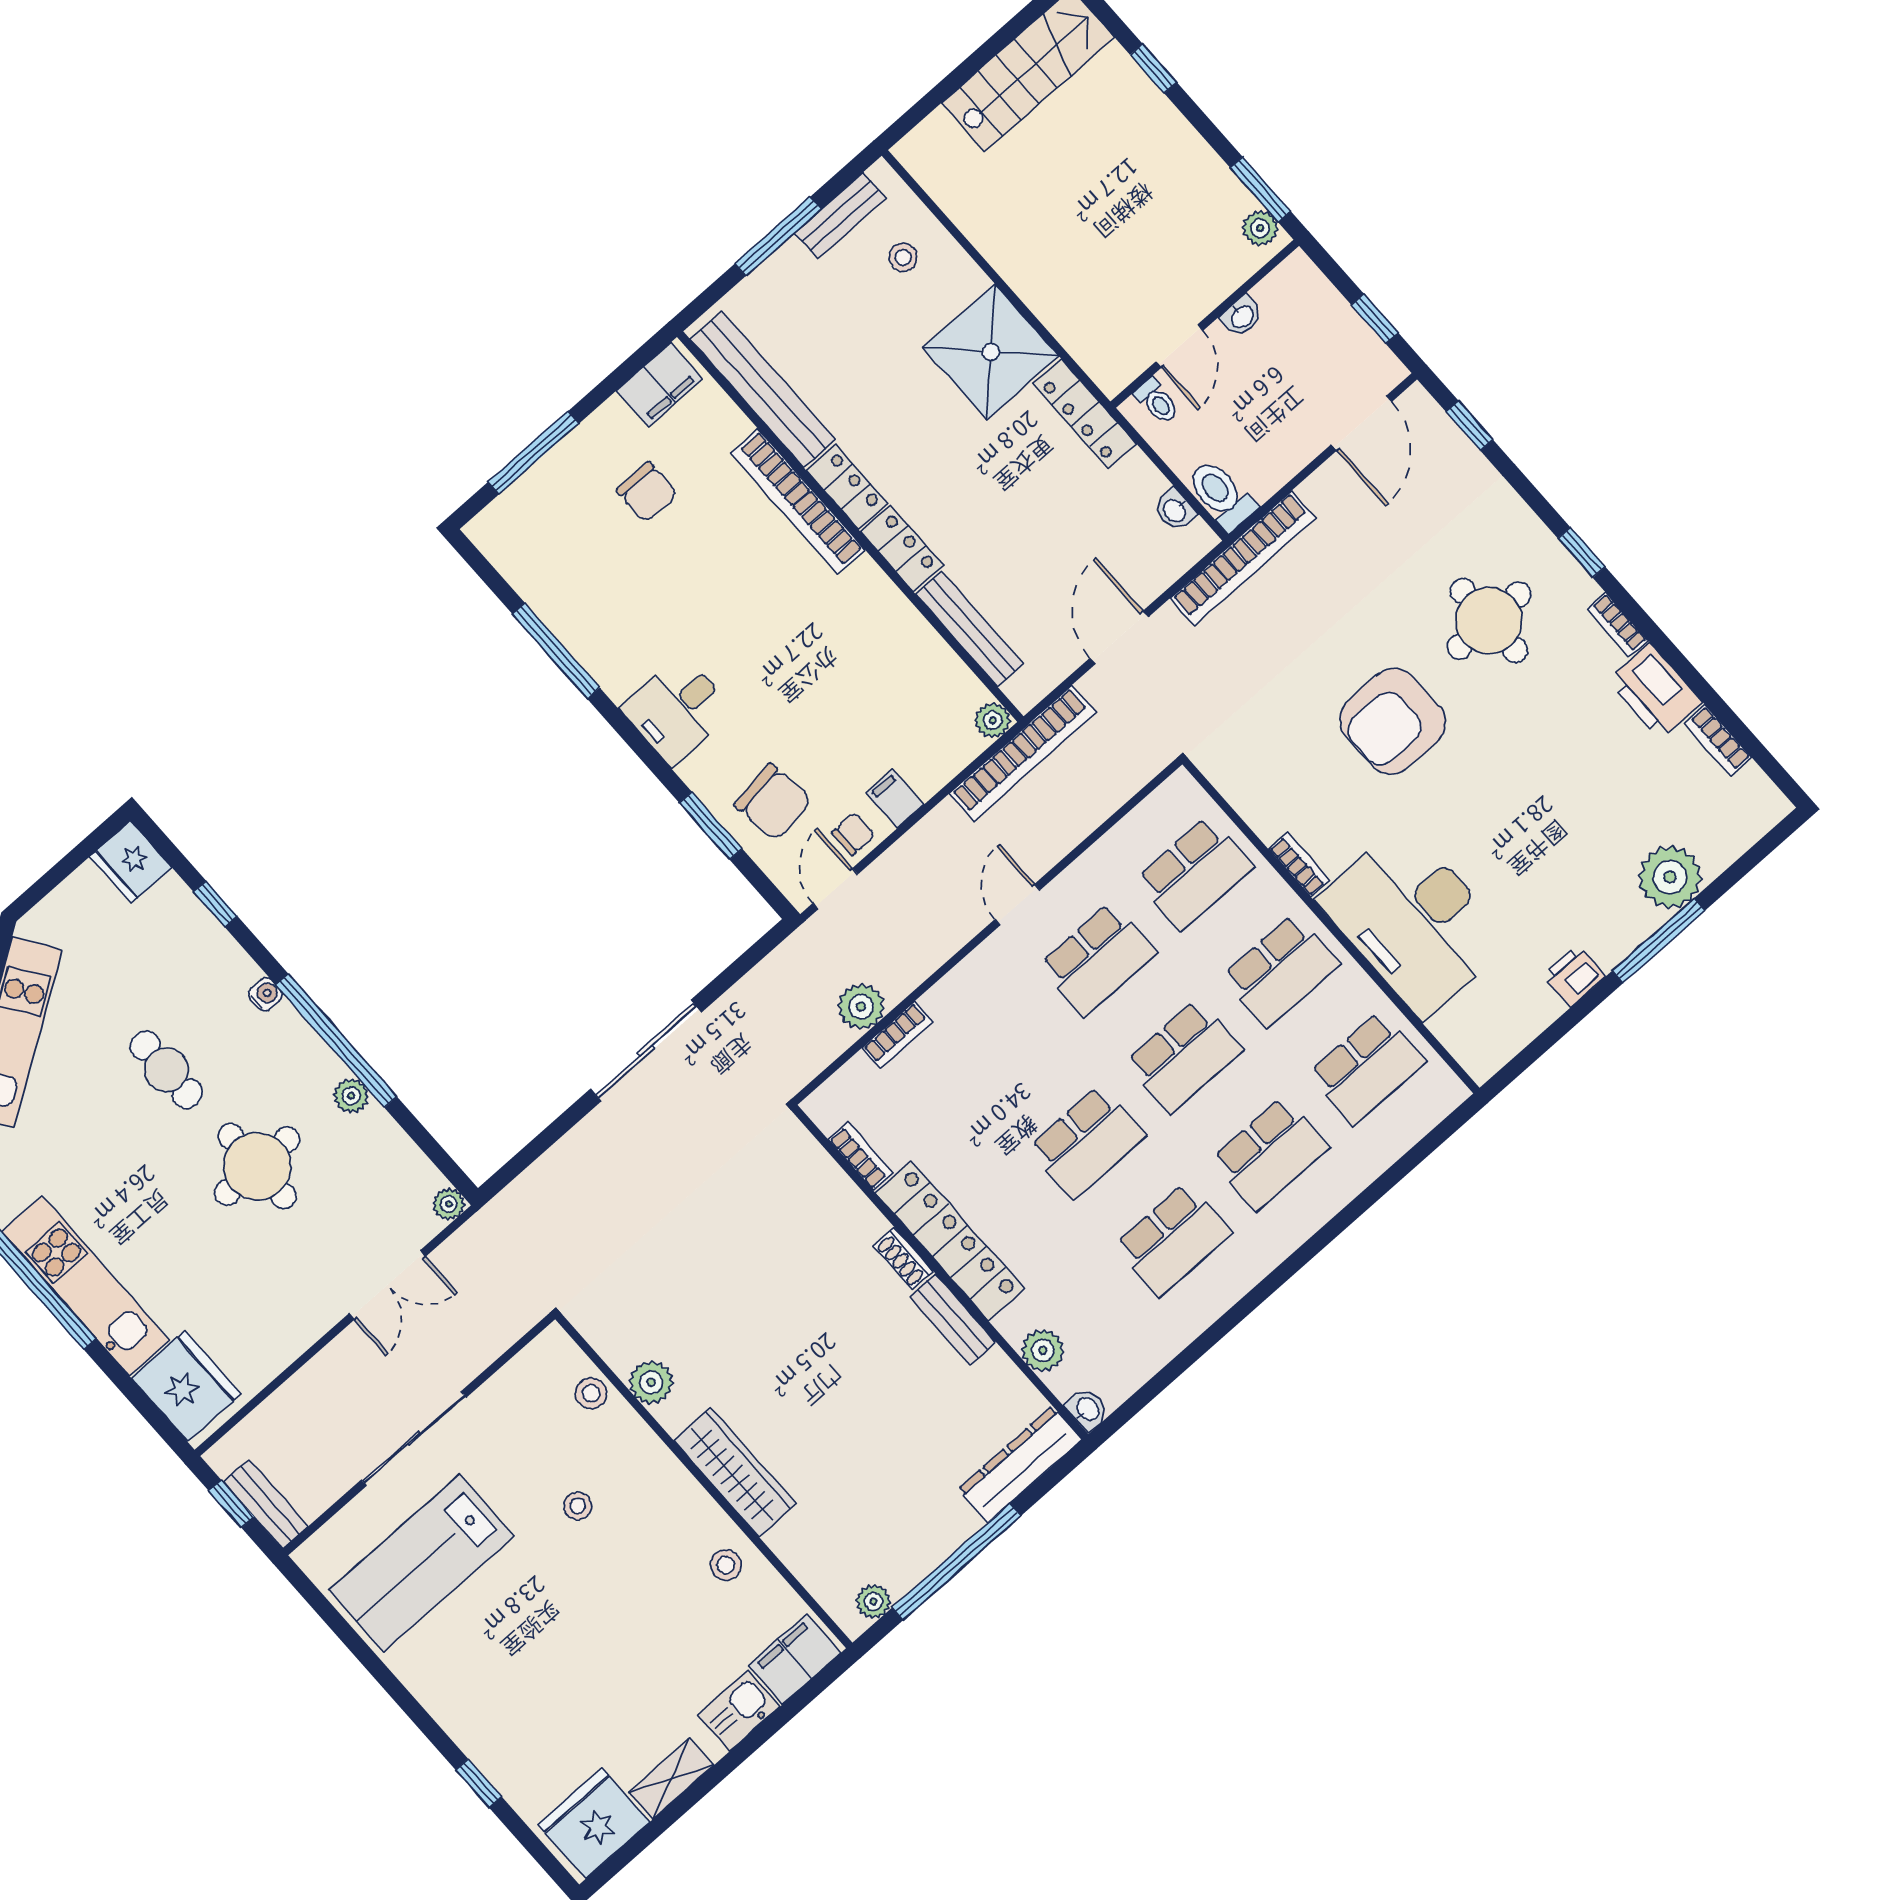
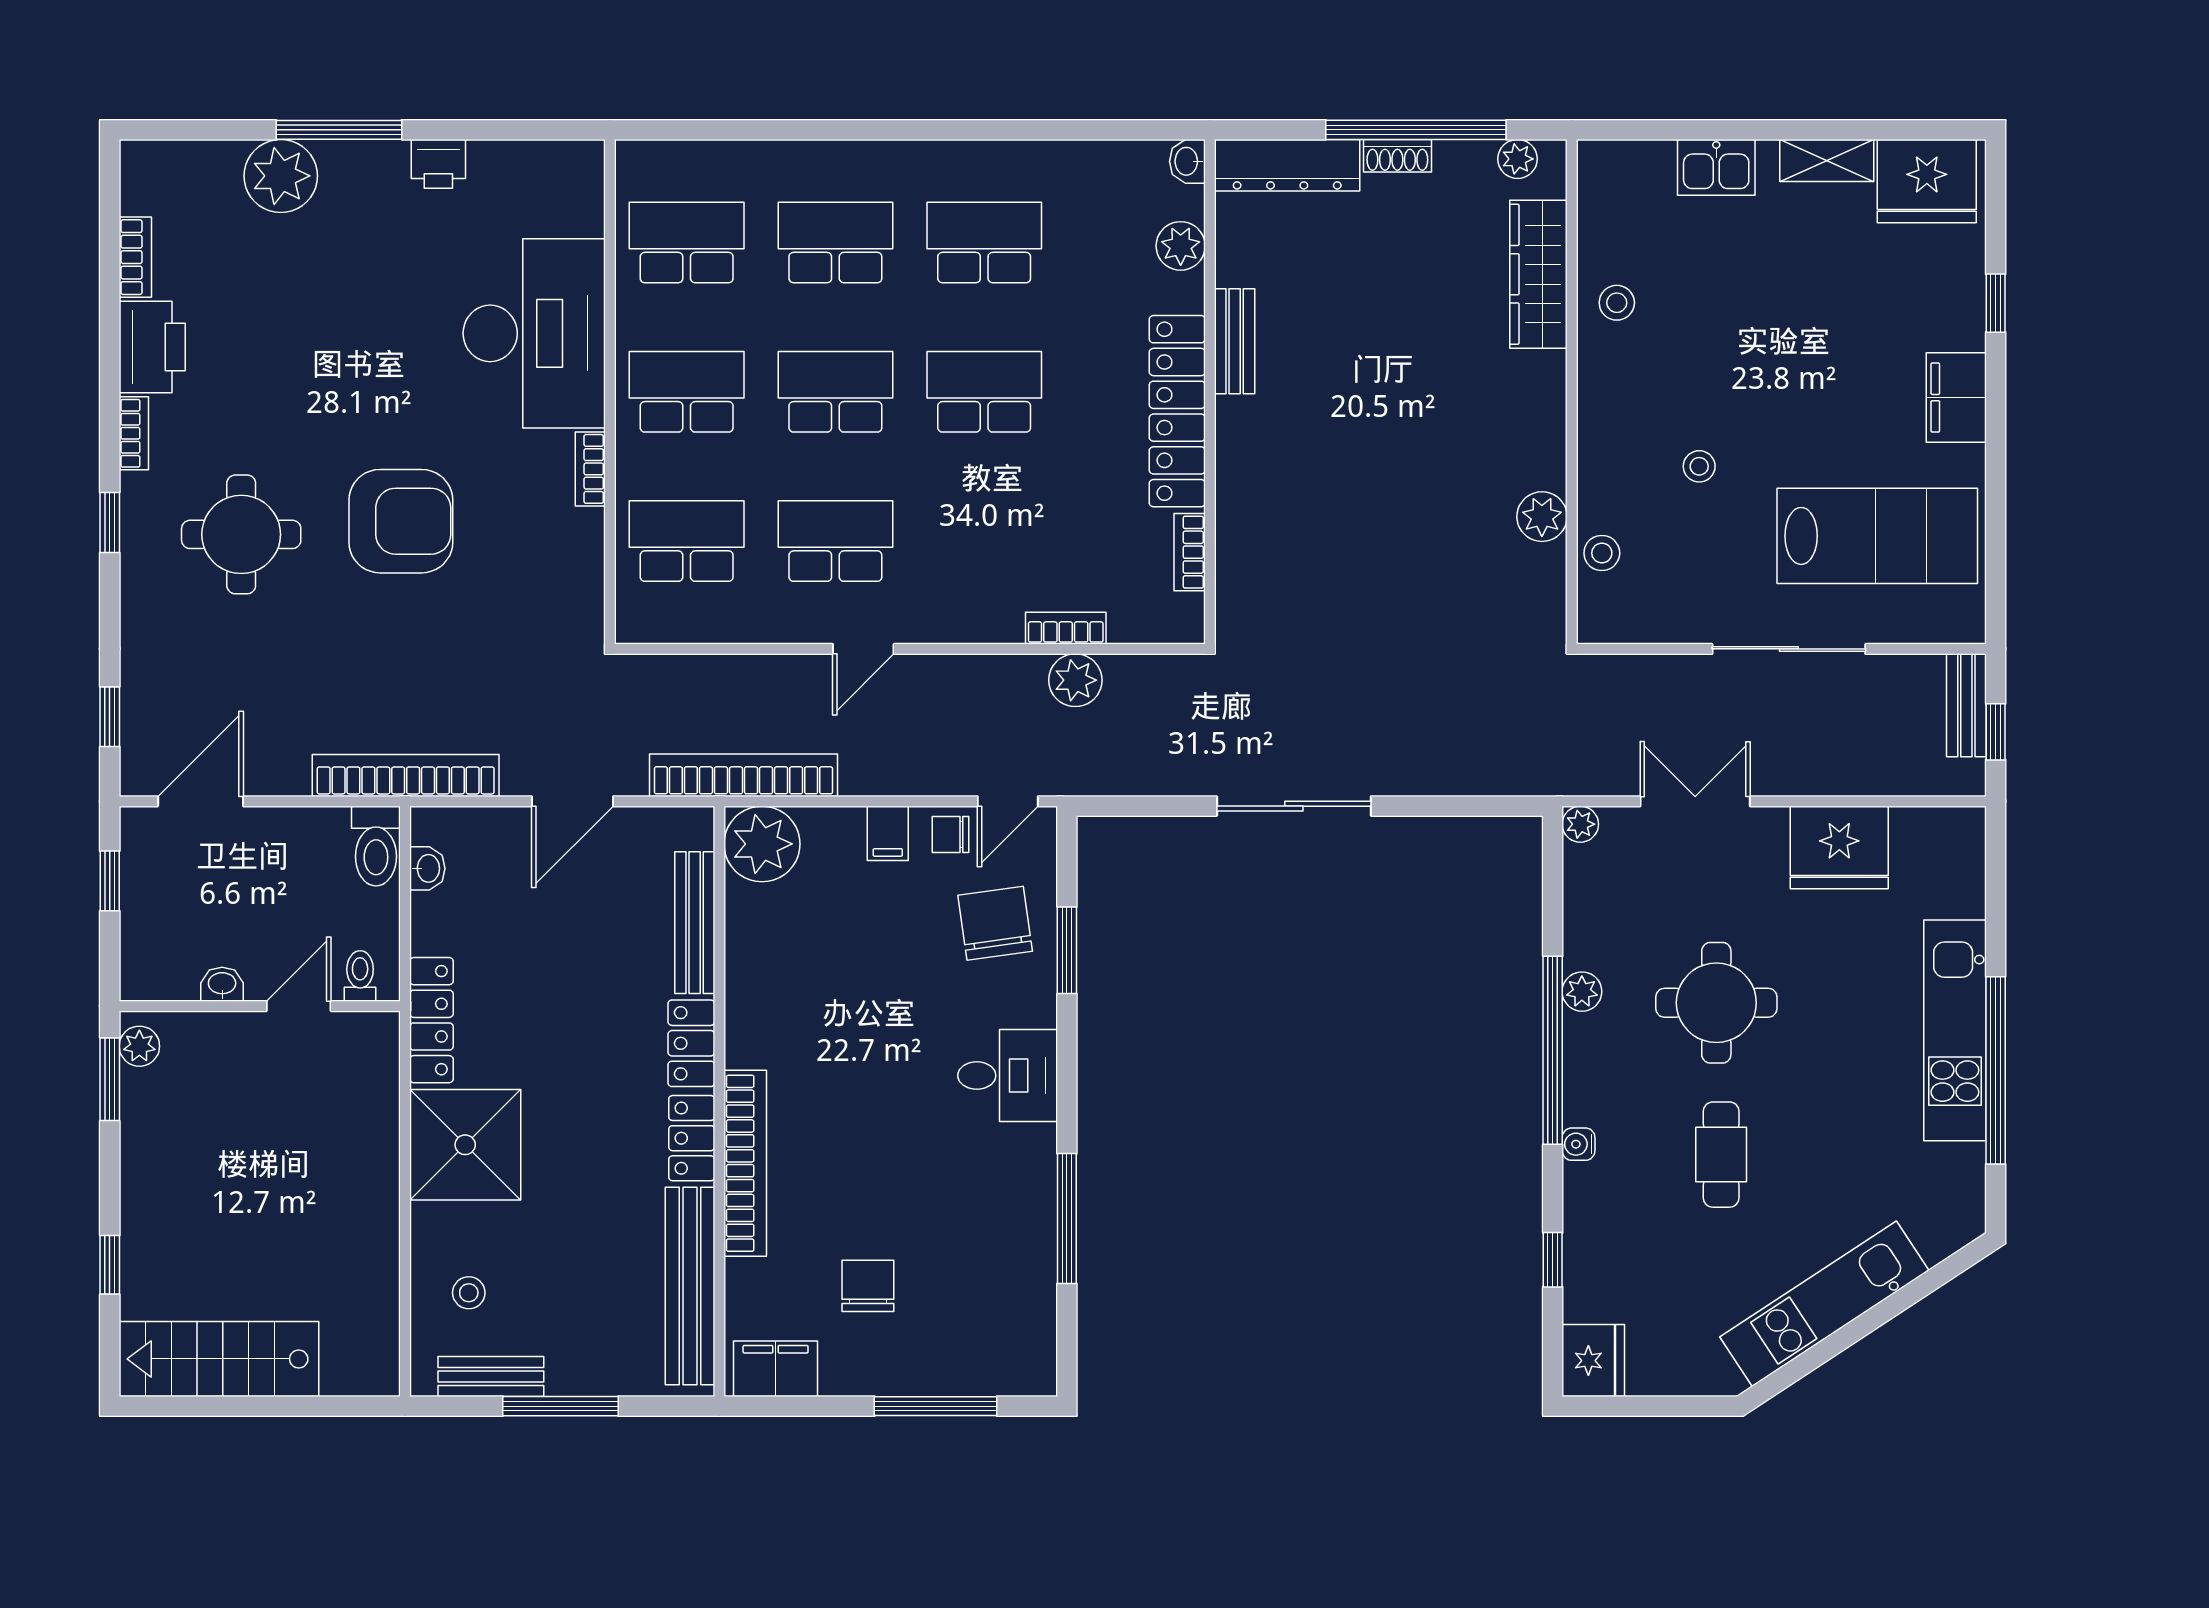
plant: (993, 720) -> (762, 844), width x1.88, depth x1.88
shoe rack: (903, 1259) -> (1397, 156), moved, turned 90
fridge: (186, 1386) -> (1839, 847), moved, turned -90
wardrobe: (735, 1472) -> (1538, 274), moved
filing cabinet: (795, 1659) -> (1956, 398), moved, turned 90

